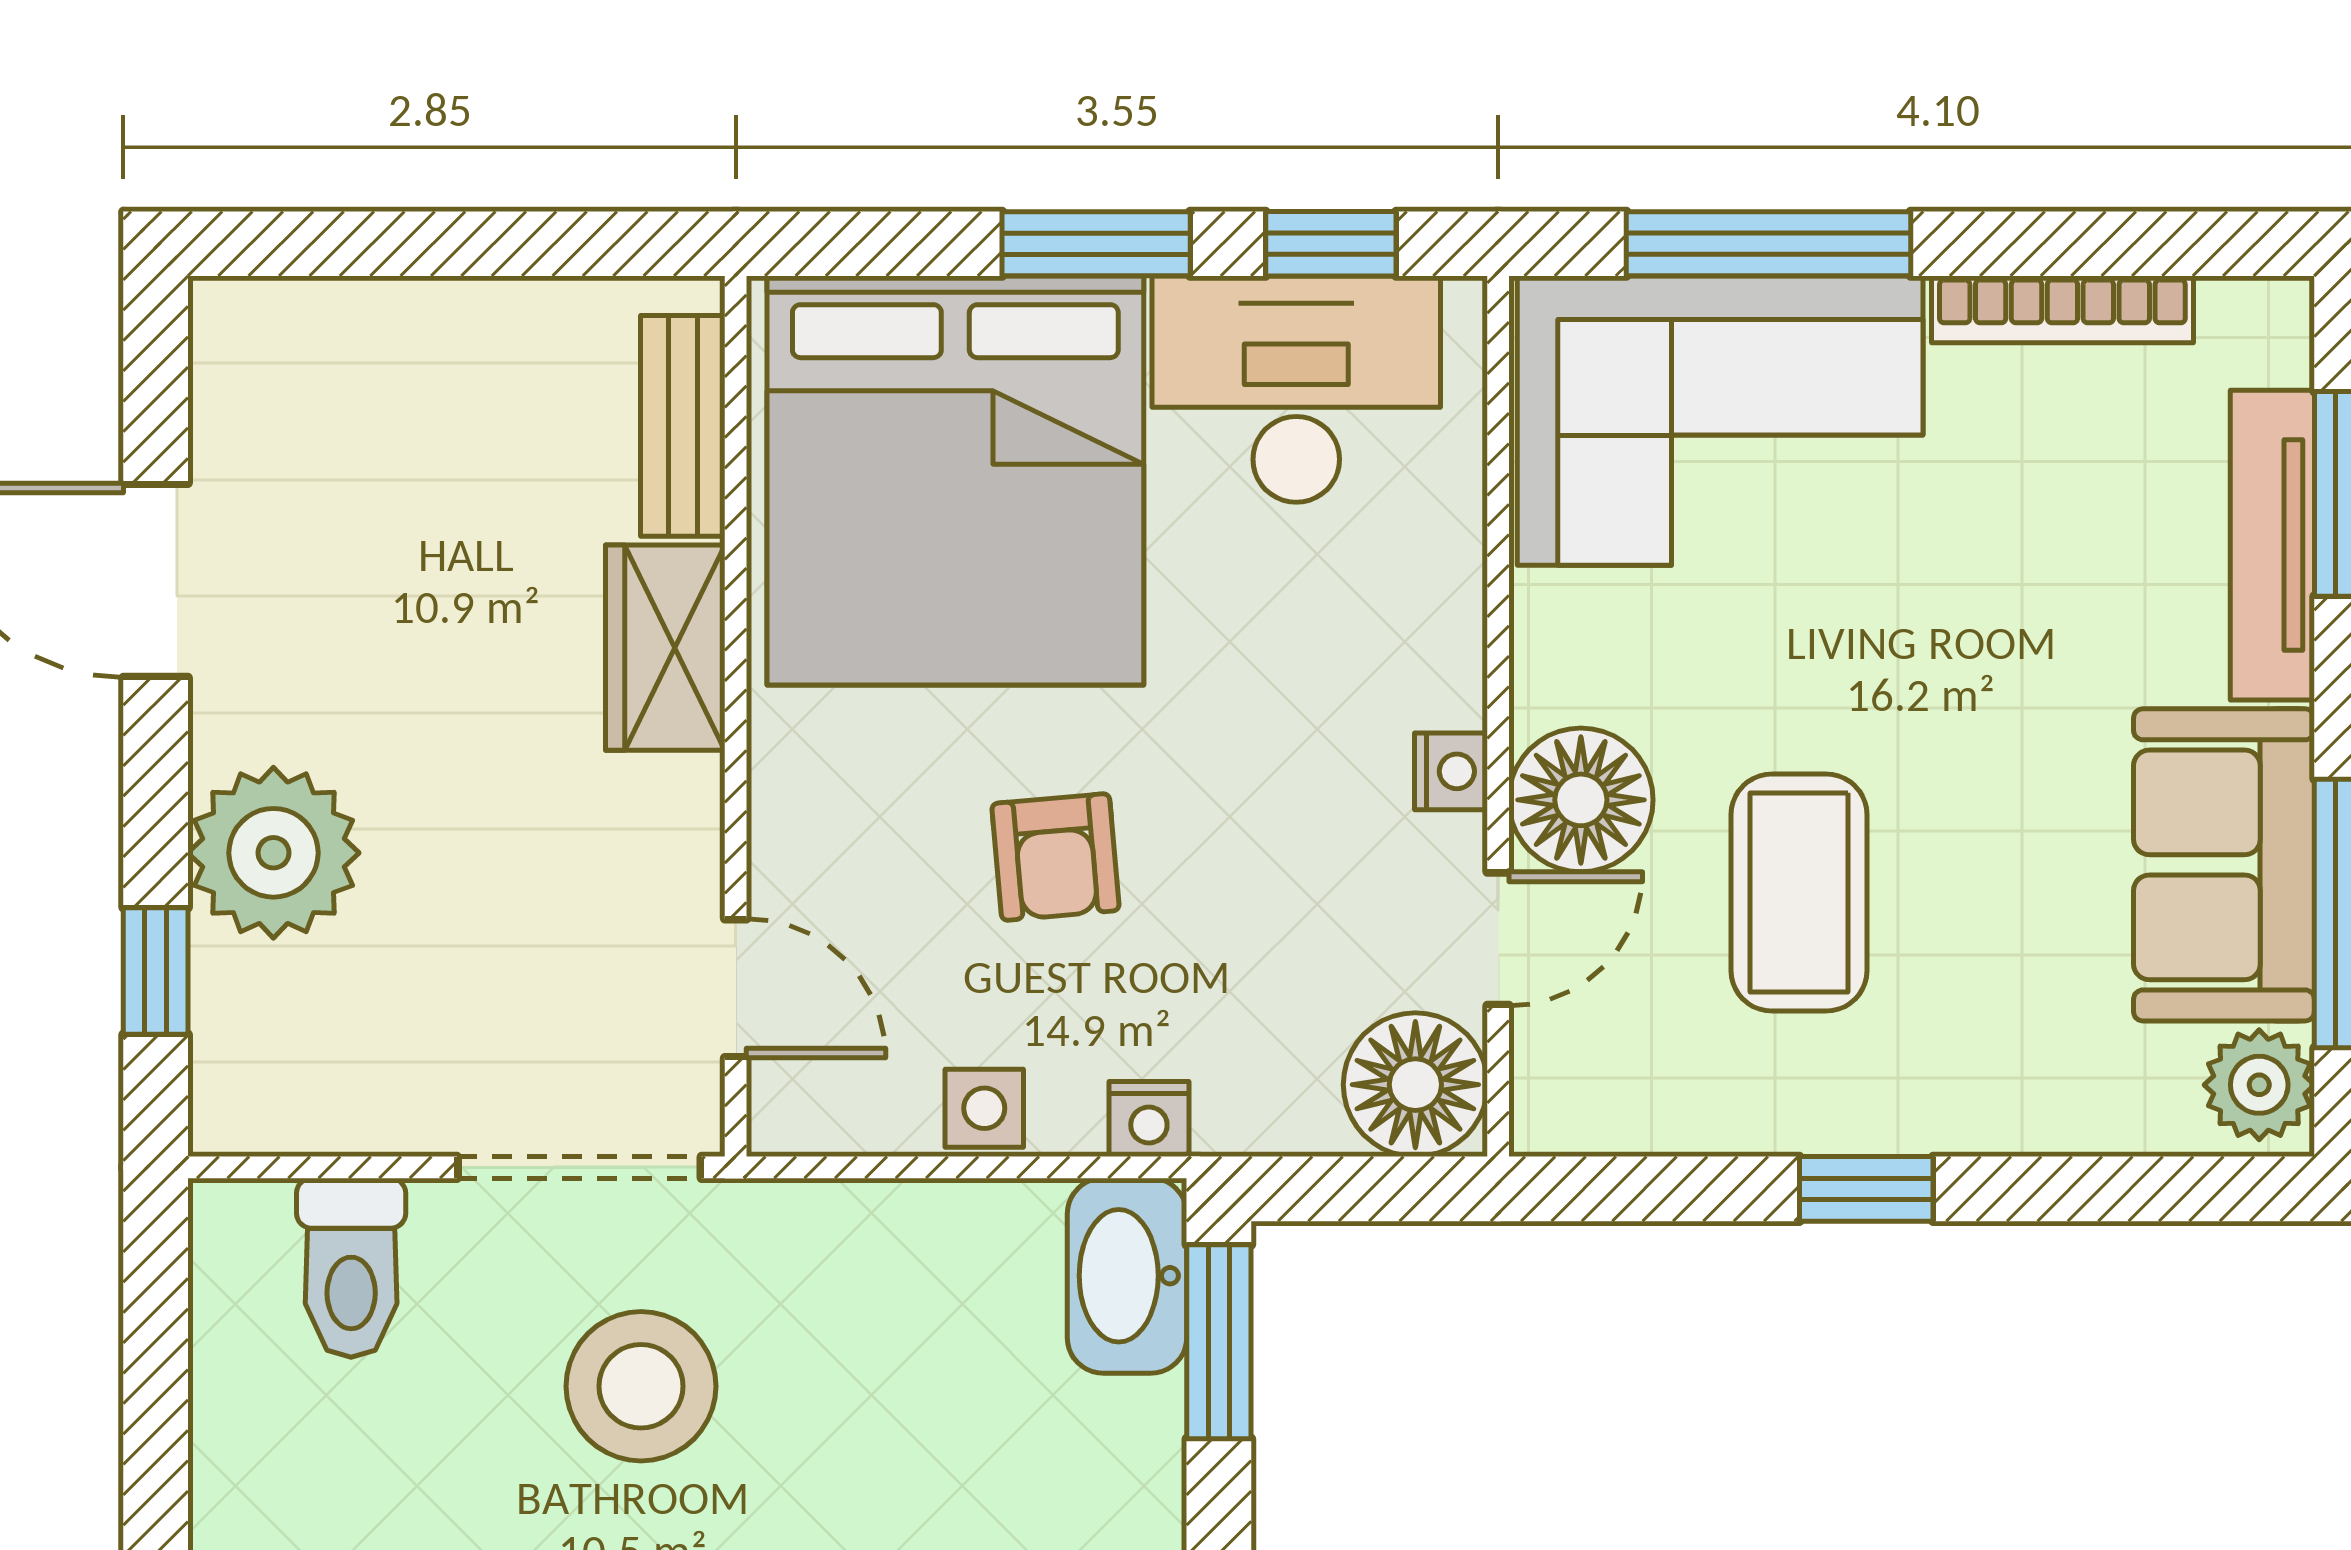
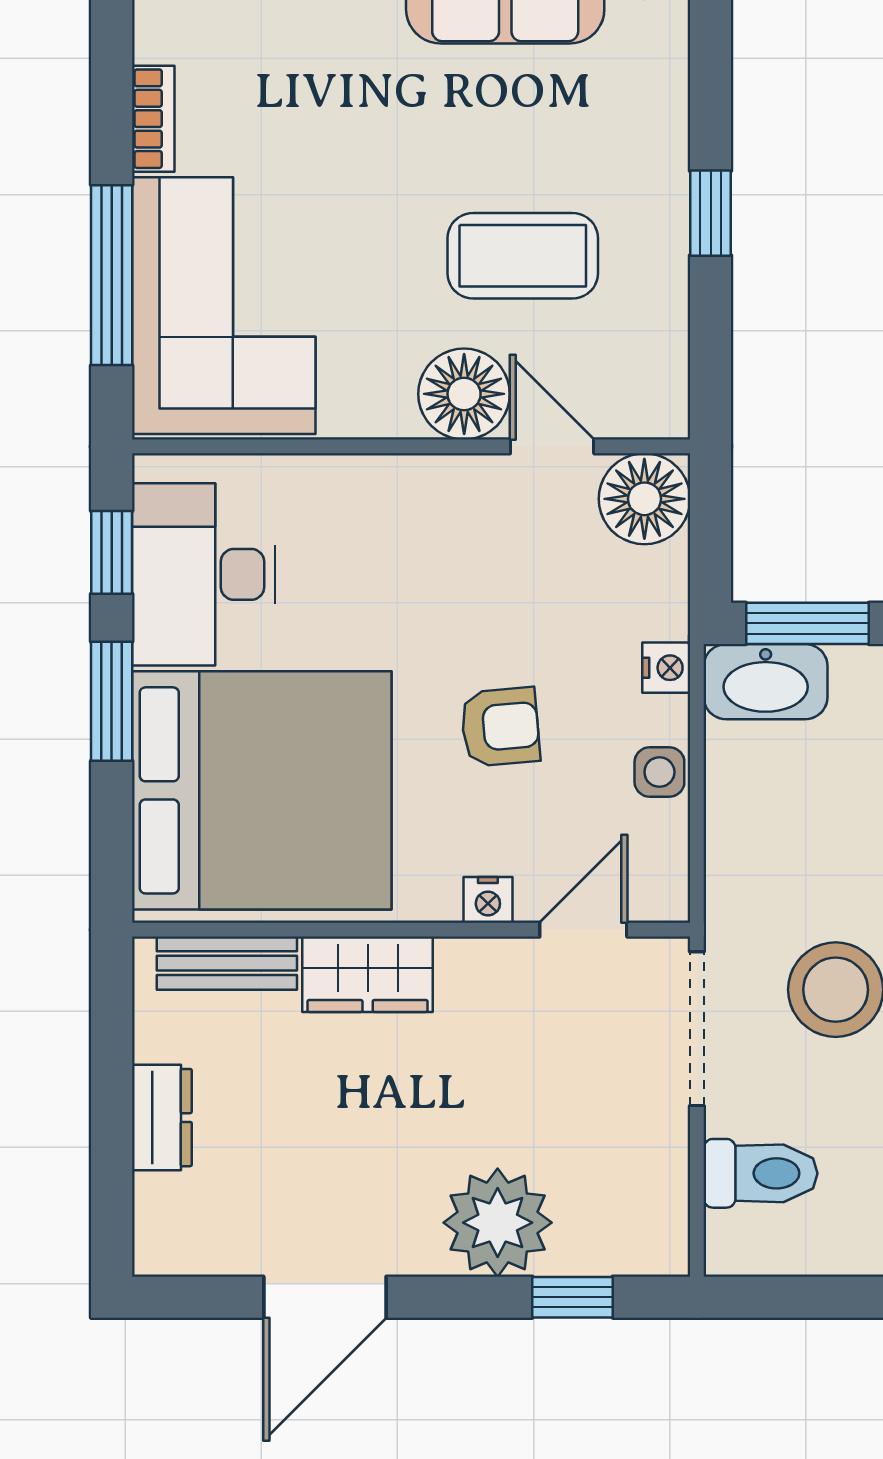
bookcase: (2062, 309) -> (153, 119), width x0.64
dresser: (439, 323) -> (162, 1118), added
nightstand: (1451, 771) -> (488, 900), moved, turned 180

